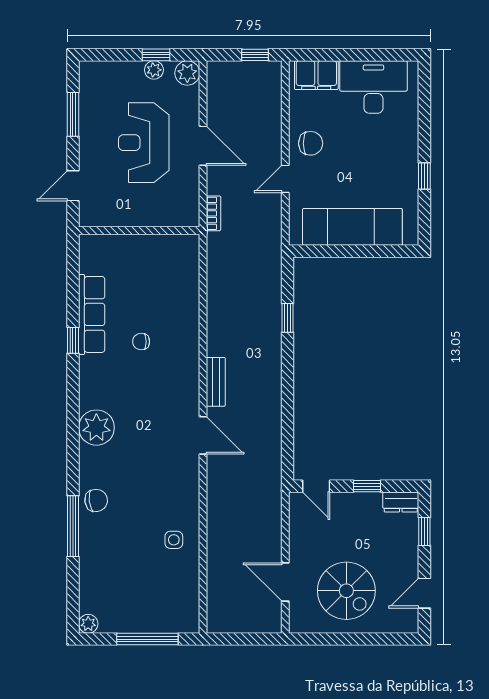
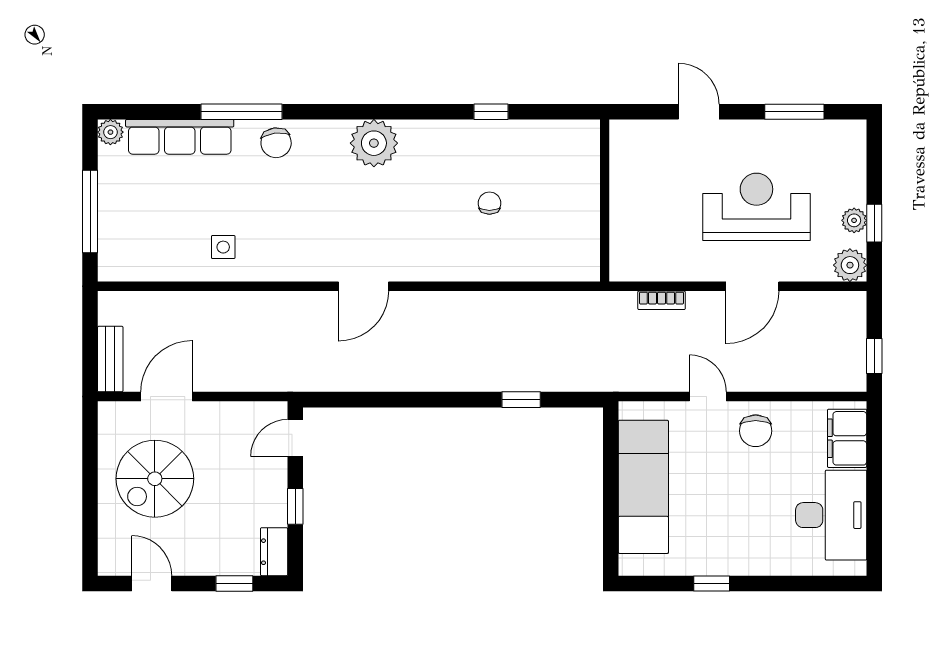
wall: (139, 231) -> (605, 201), moved
row of seats: (92, 314) -> (180, 137), moved
bench: (216, 382) -> (110, 359), moved, turned 90

